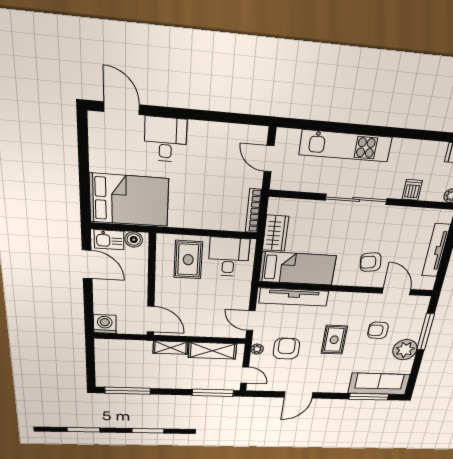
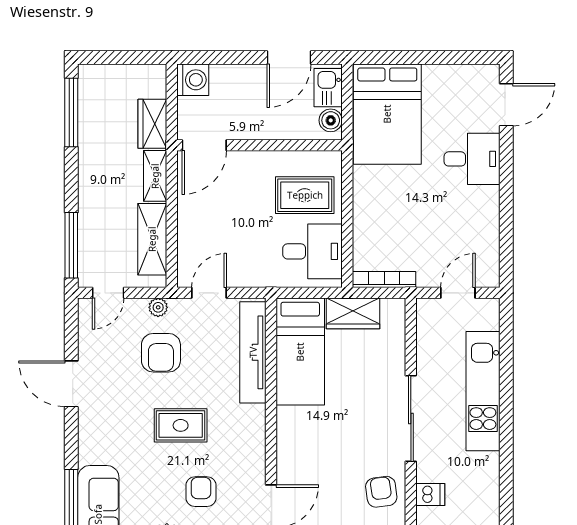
armchair: (371, 262) -> (381, 492), moved
wardrobe: (135, 348) -> (152, 124), added
armchair: (286, 349) -> (161, 353), turned 90

